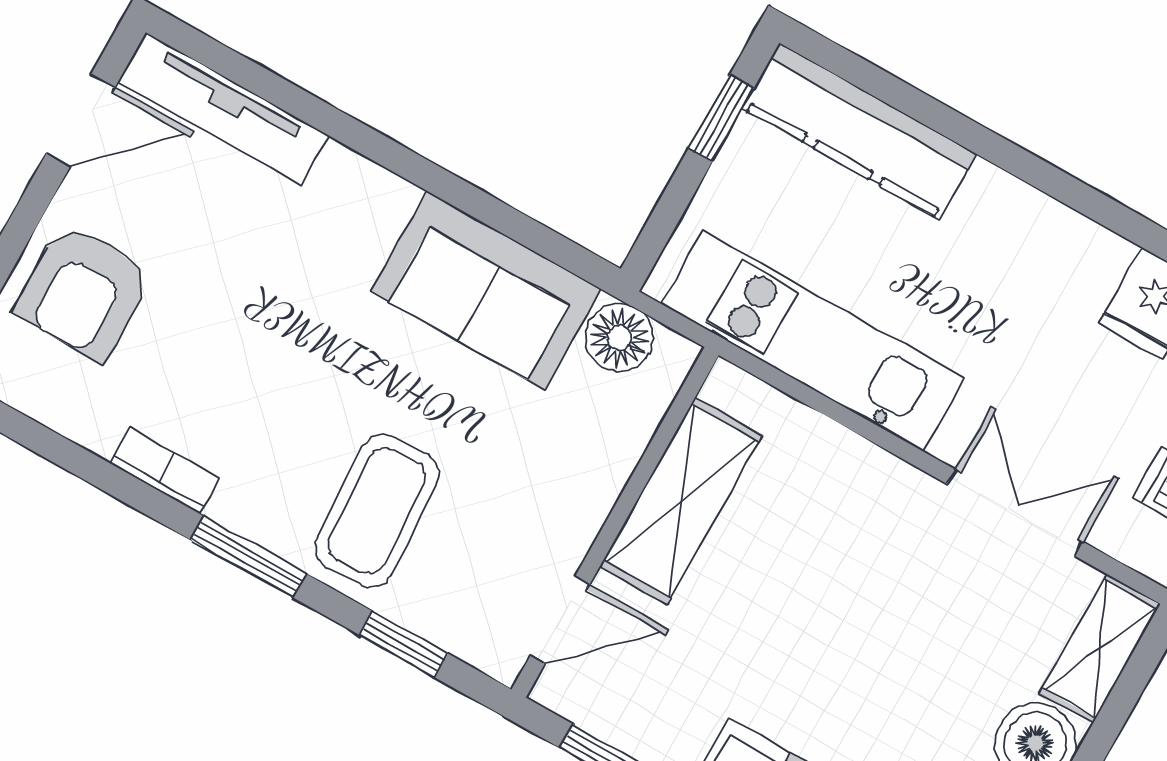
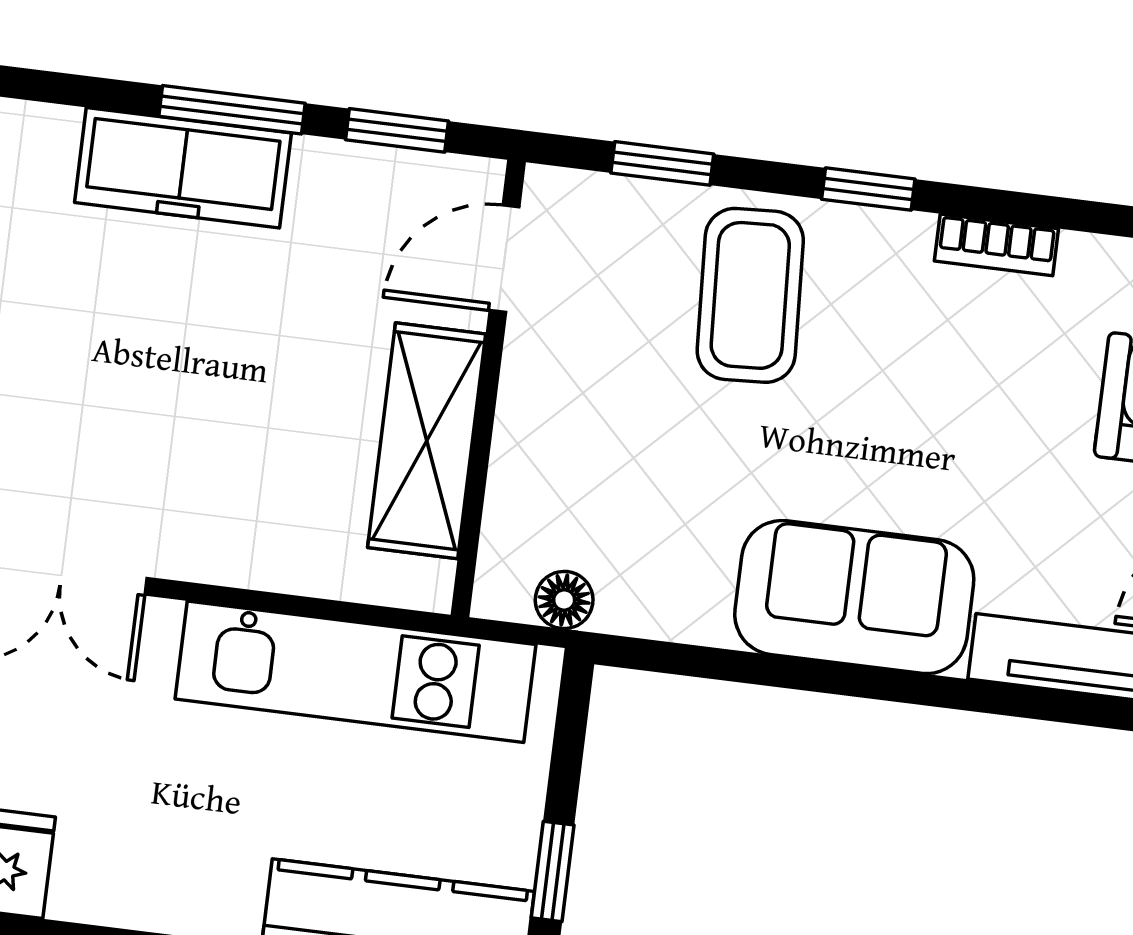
sofa: (486, 290) -> (854, 597), moved
floor lamp: (619, 338) -> (564, 600), width x0.73, depth x0.73
window: (249, 557) -> (868, 189), width x0.67

